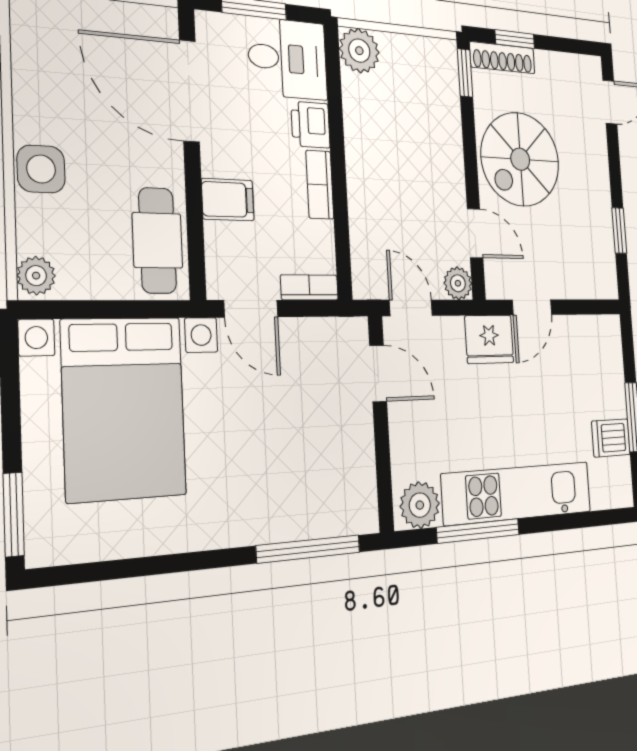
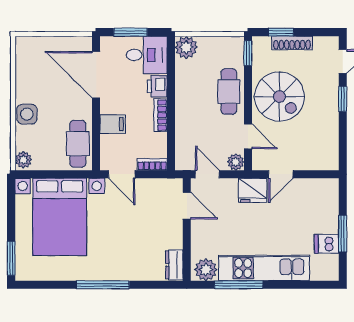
shoe rack: (502, 58) -> (292, 43), moved
cafe table: (438, 144) -> (229, 92), added
spiral stairs: (520, 159) -> (279, 97), turned -90
window: (619, 230) -> (343, 99), moved
dresser: (362, 500) -> (174, 265), added
window: (309, 549) -> (103, 285), moved

